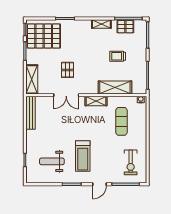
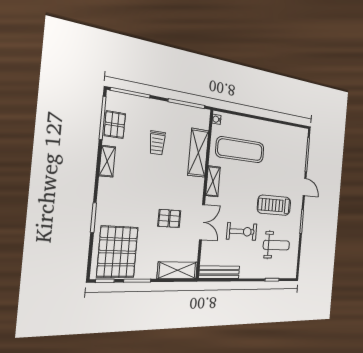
exercise mat: (121, 121) -> (240, 150), width x1.36, depth x1.45
treadmill: (83, 156) -> (274, 205), turned 180
weight bench: (52, 161) -> (276, 245), turned -90
exercise bike: (131, 162) -> (242, 231), moved

